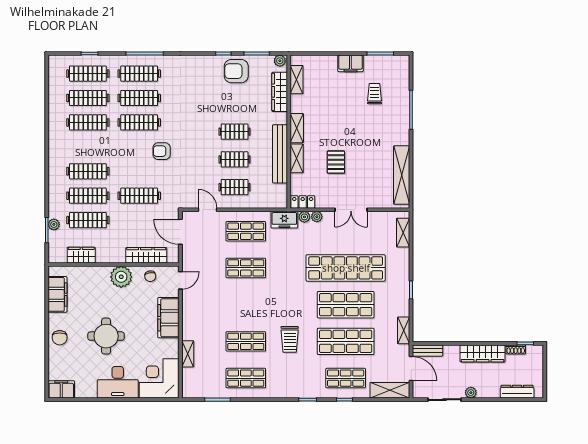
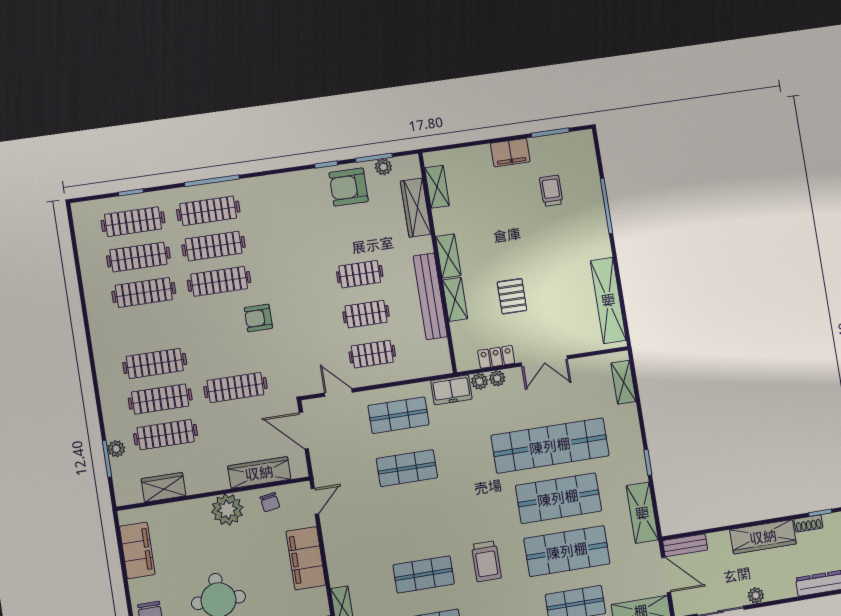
plant: (280, 61) -> (383, 167), moved
locker: (303, 202) -> (496, 357), moved
shelving: (404, 330) -> (642, 513), width x1.50, depth x1.33

